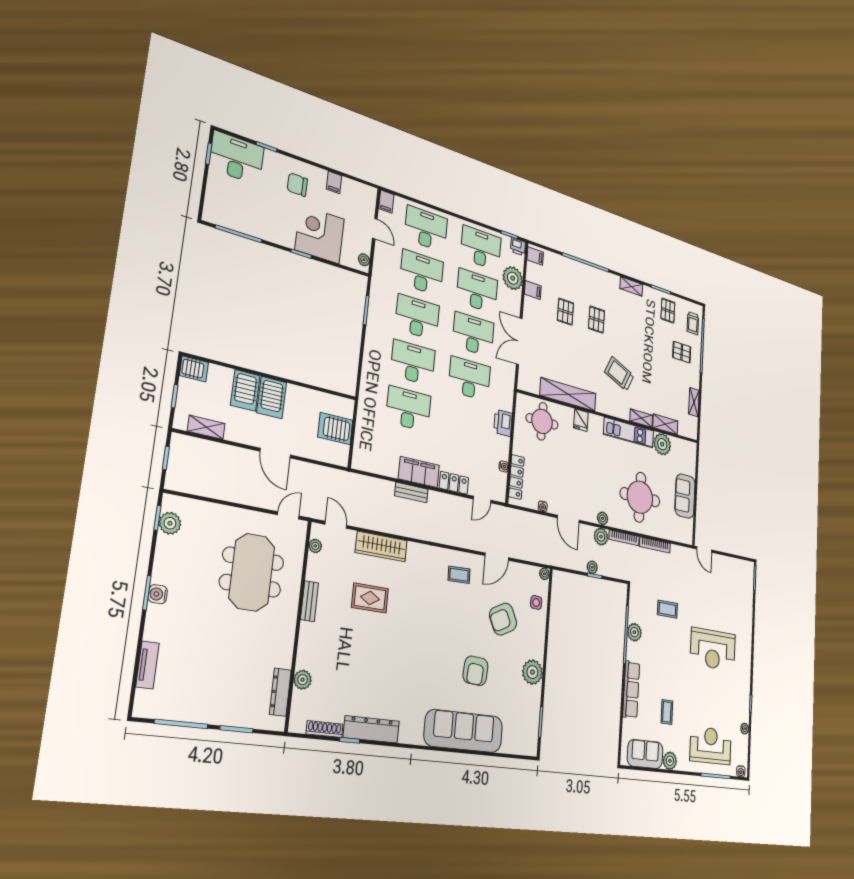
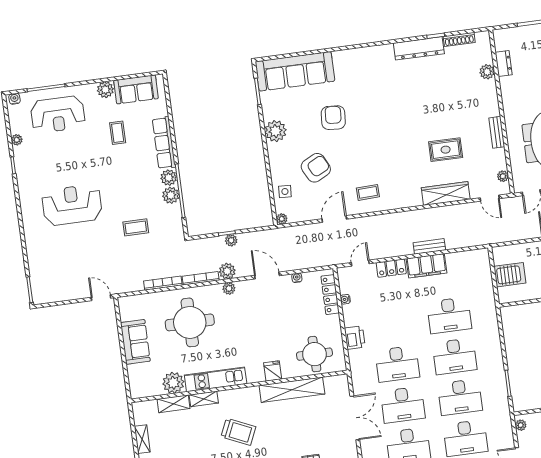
plant: (633, 651) -> (169, 178), added
dresser: (280, 692) -> (504, 63), width x0.70
sofa: (464, 731) -> (295, 71), moved

